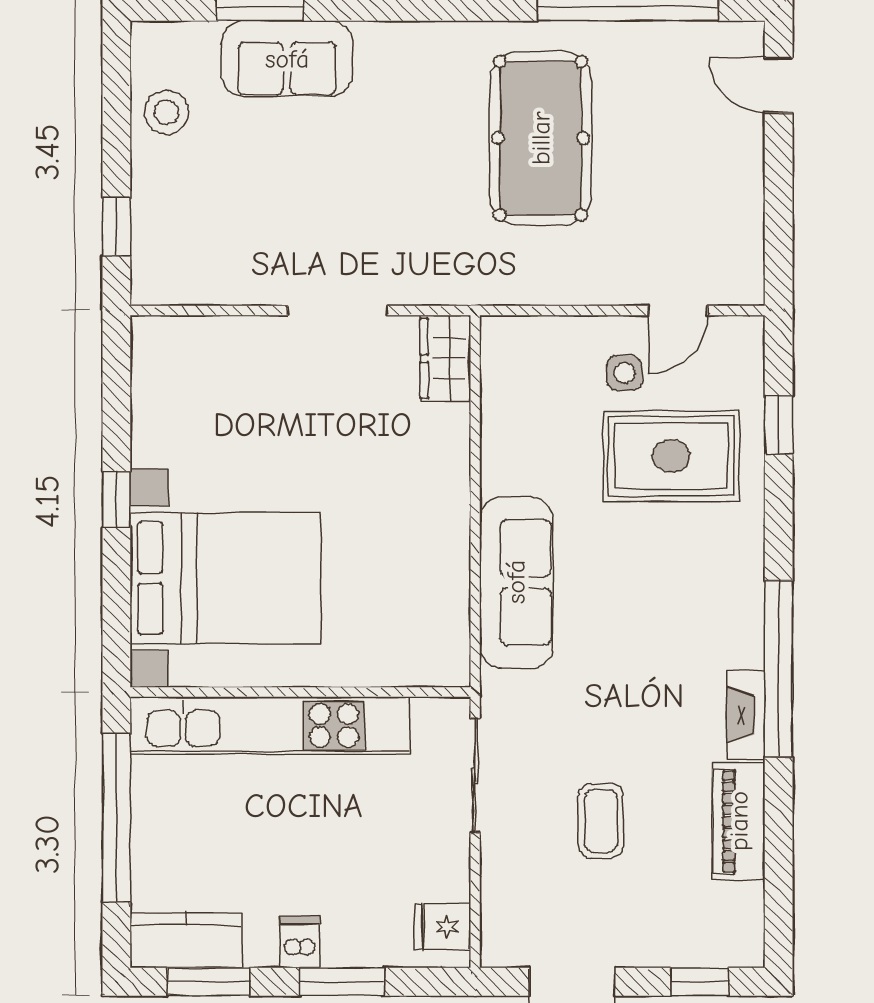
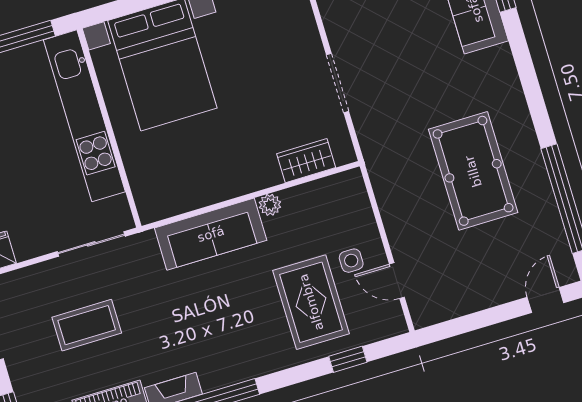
pool table: (541, 138) -> (473, 171), turned 90
wardrobe: (445, 358) -> (306, 161), moved
plant: (498, 475) -> (270, 205), added
coffee table: (601, 821) -> (87, 325), width x1.36, depth x1.30

